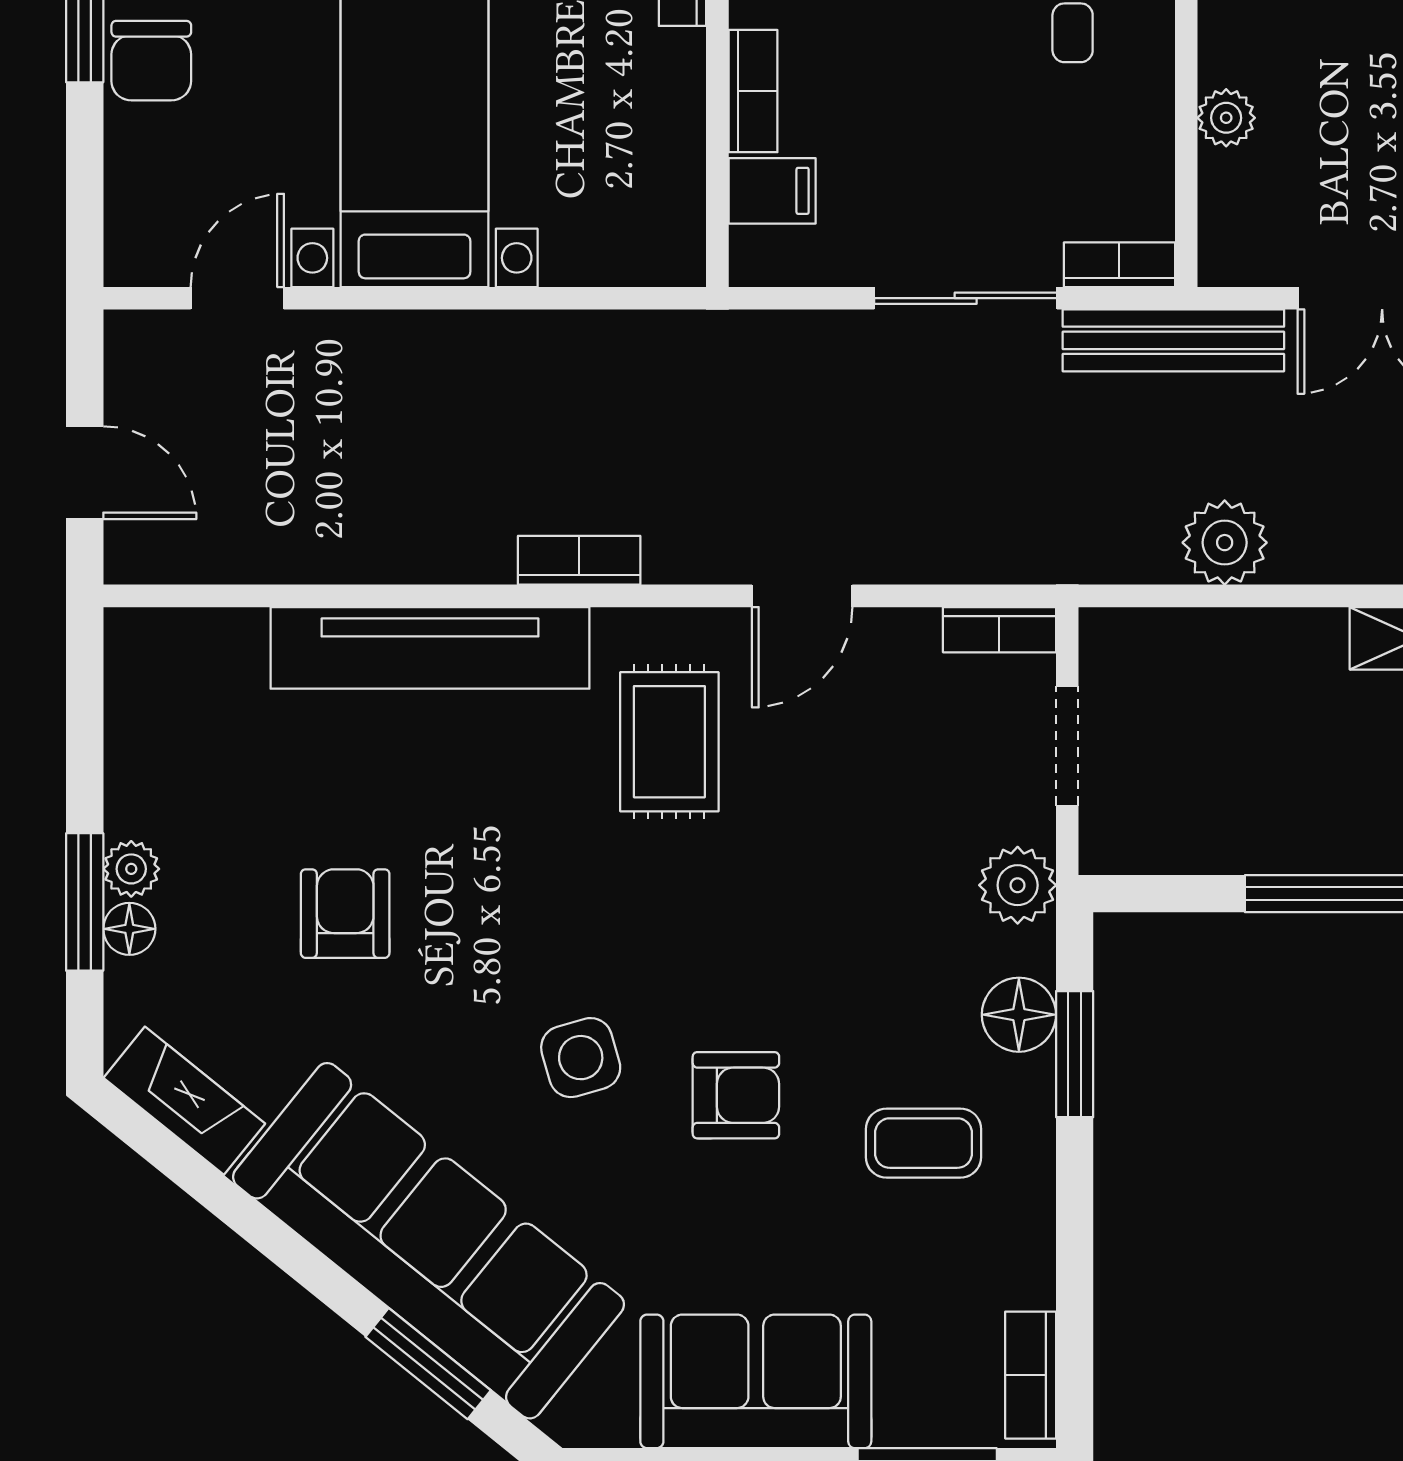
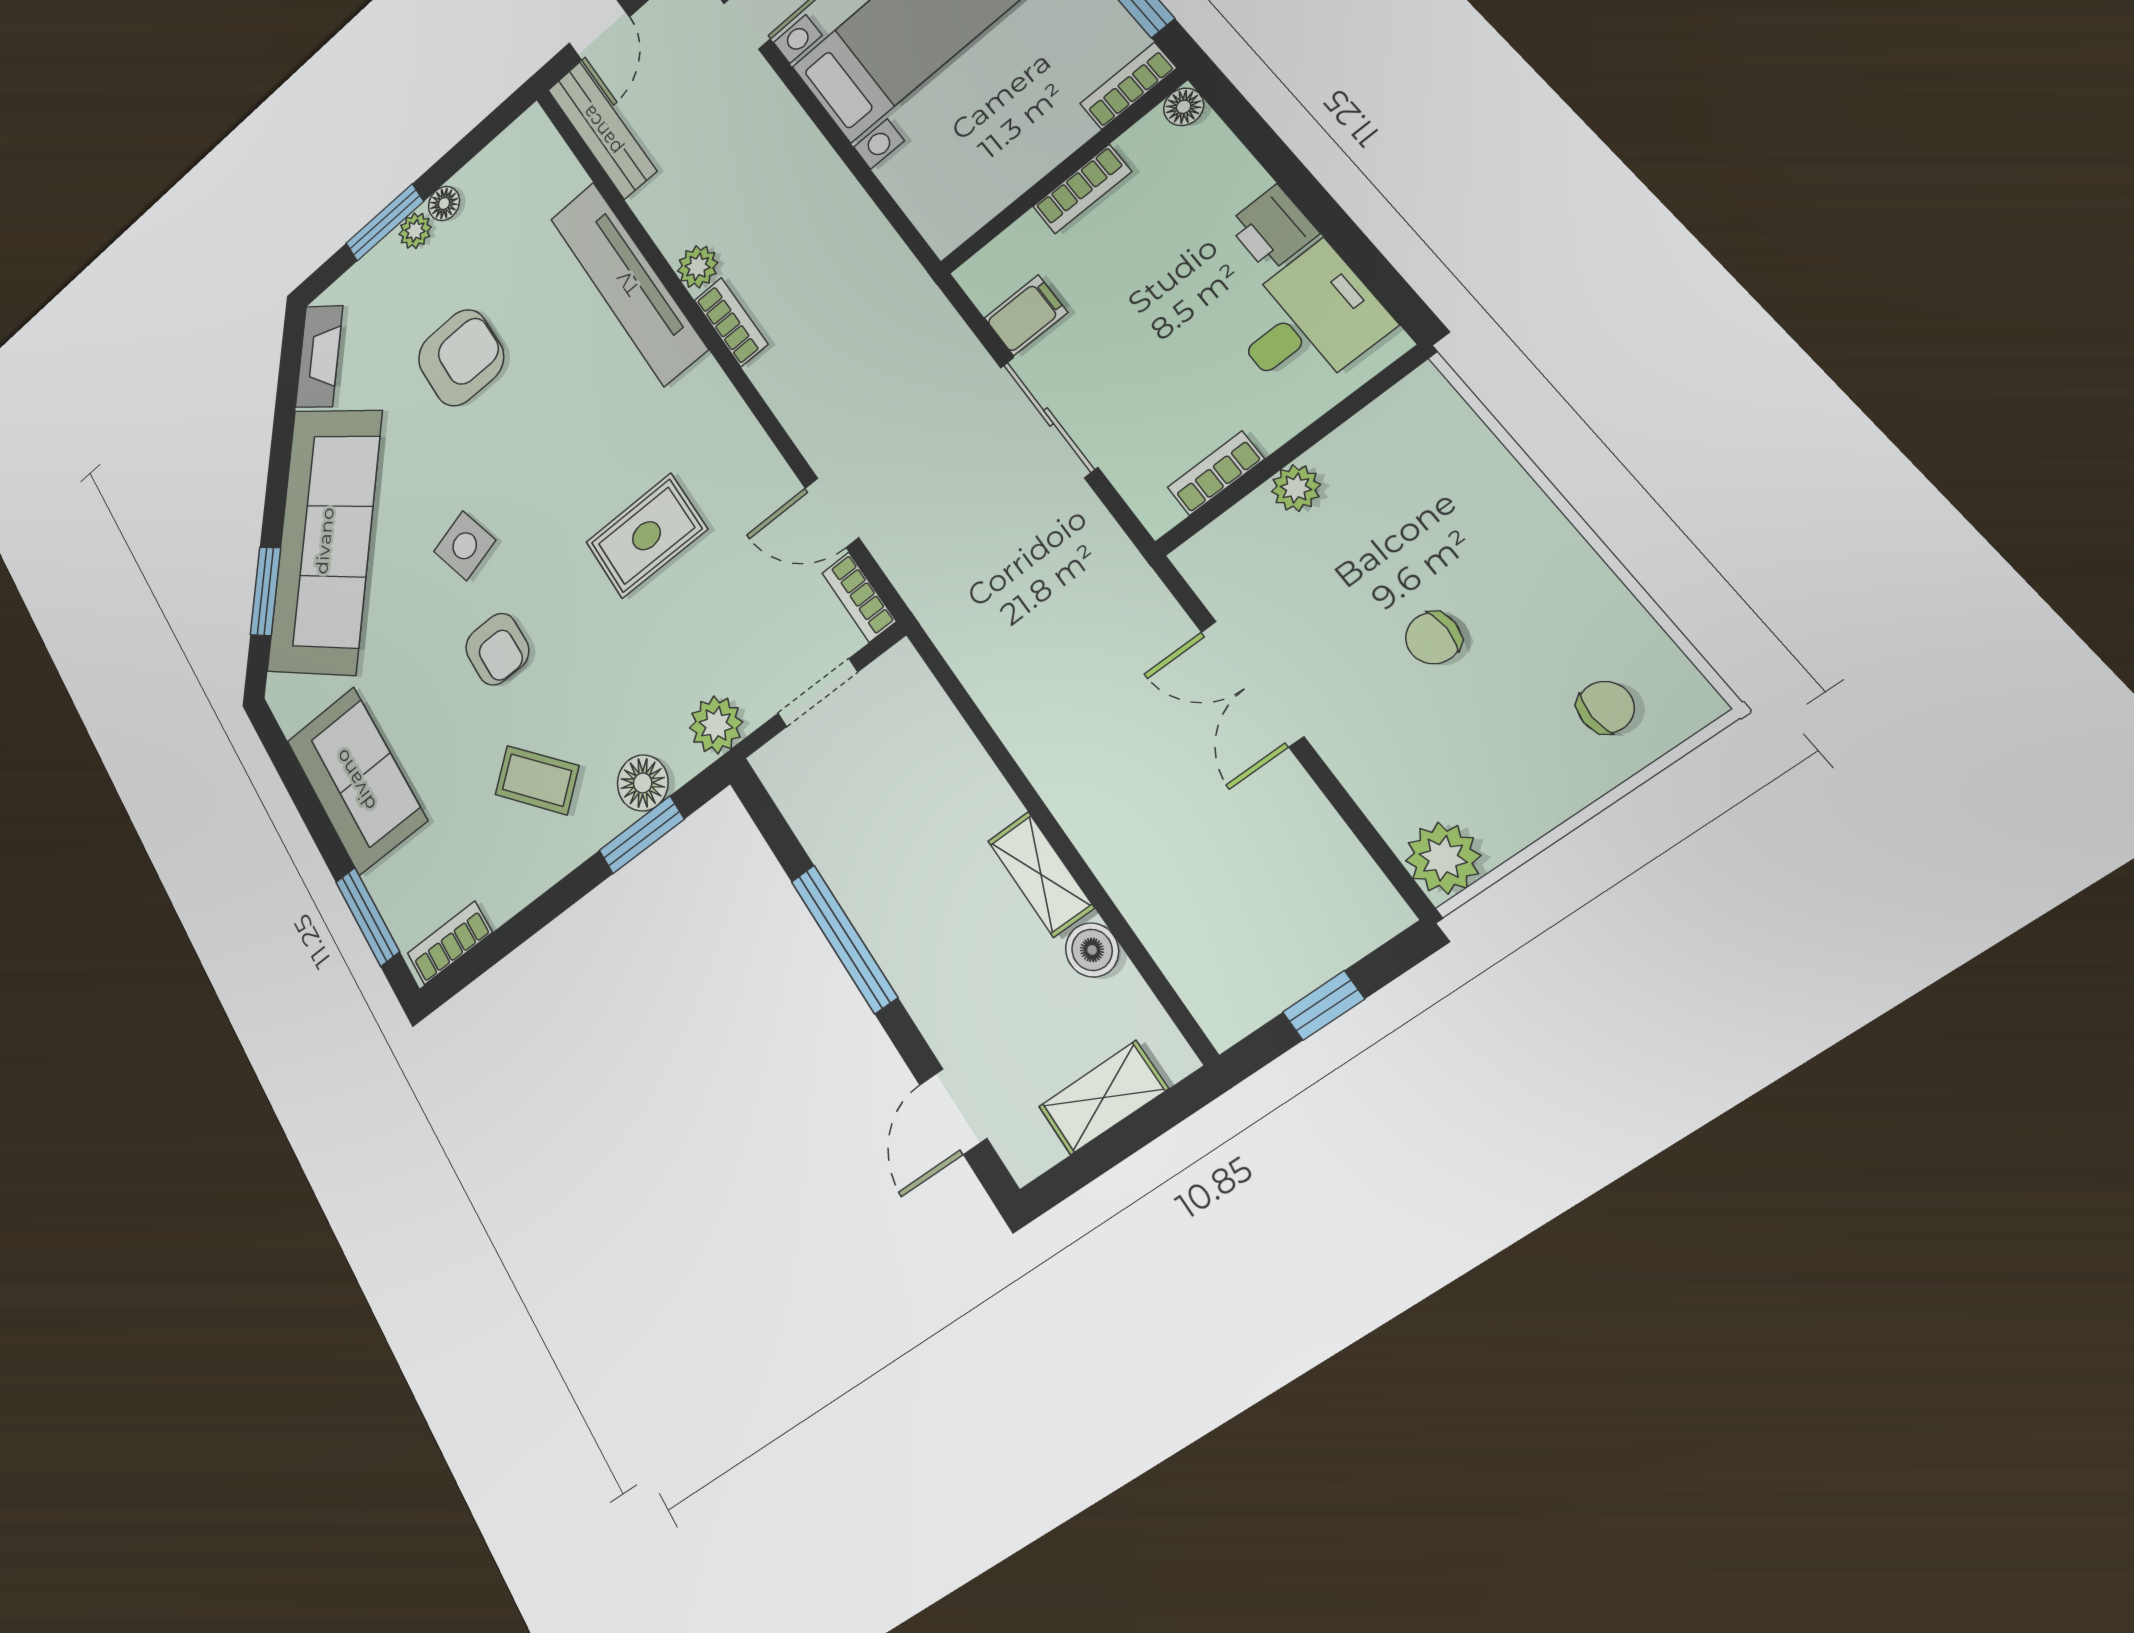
filing cabinet: (772, 191) -> (1026, 315), moved, turned -90
bookcase: (1119, 265) -> (1216, 473), moved, turned -90
bench: (1173, 340) -> (602, 130), moved
plant: (1225, 543) -> (698, 267), moved, width x0.73, depth x0.73
door: (802, 596) -> (832, 513), moved
rug: (669, 742) -> (646, 536), moved
armchair: (345, 914) -> (461, 358), width x1.38, depth x1.38
floor lamp: (129, 929) -> (444, 204), moved
coffee table: (923, 1143) -> (537, 780), turned -41

